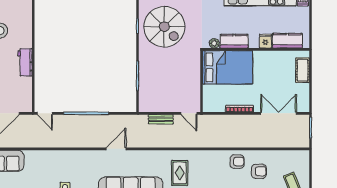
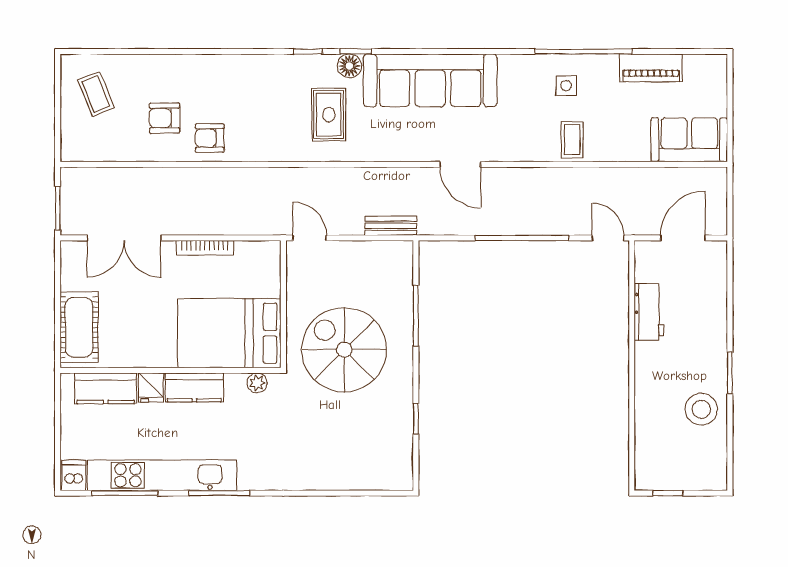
spiral stairs: (164, 27) -> (344, 350), moved
kitchen counter: (234, 41) -> (194, 387), moved
workbench: (25, 62) -> (649, 312), moved
cot: (303, 70) -> (79, 327), width x1.37, depth x1.34
bench: (161, 119) -> (391, 226), moved
door: (116, 149) -> (460, 164), hinge flipped
coffee table: (62, 161) -> (572, 140), added

